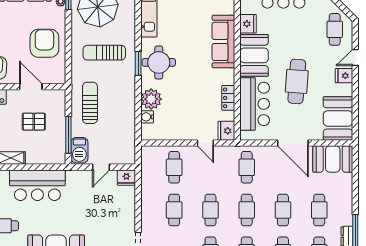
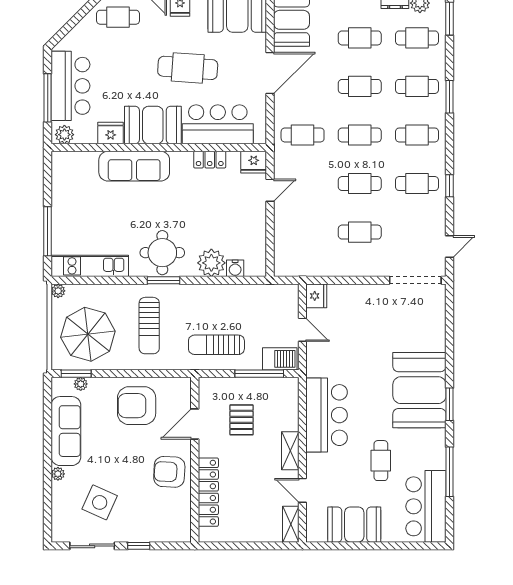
cafe table: (174, 167) -> (303, 232), removed

